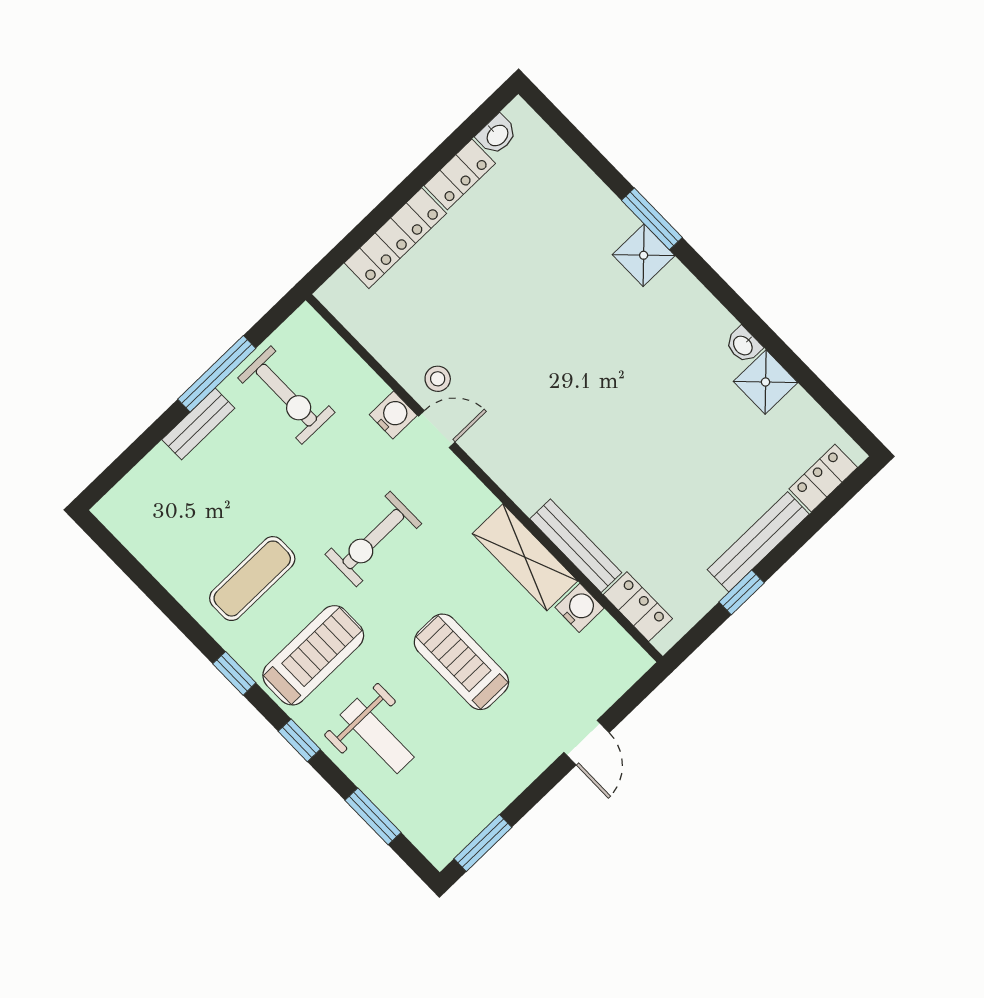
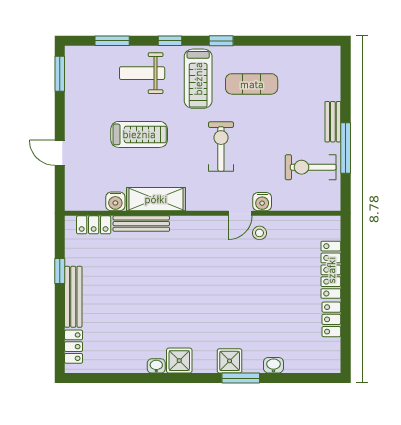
washbasin: (497, 135) -> (273, 365), moved, turned 90
shower: (766, 382) -> (179, 361), moved
exercise mat: (252, 579) -> (252, 84), turned 90

